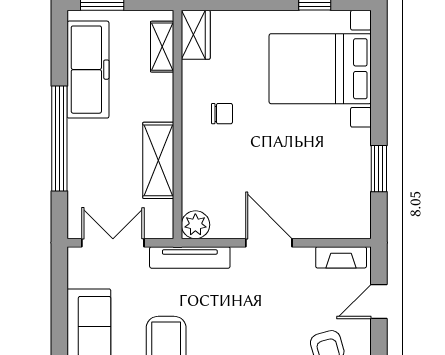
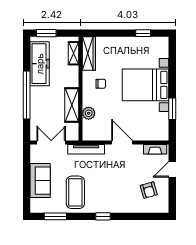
wardrobe: (196, 35) -> (89, 53), width x1.50
bed with nightstands: (320, 69) -> (145, 85), moved
plant: (195, 225) -> (89, 113), moved

